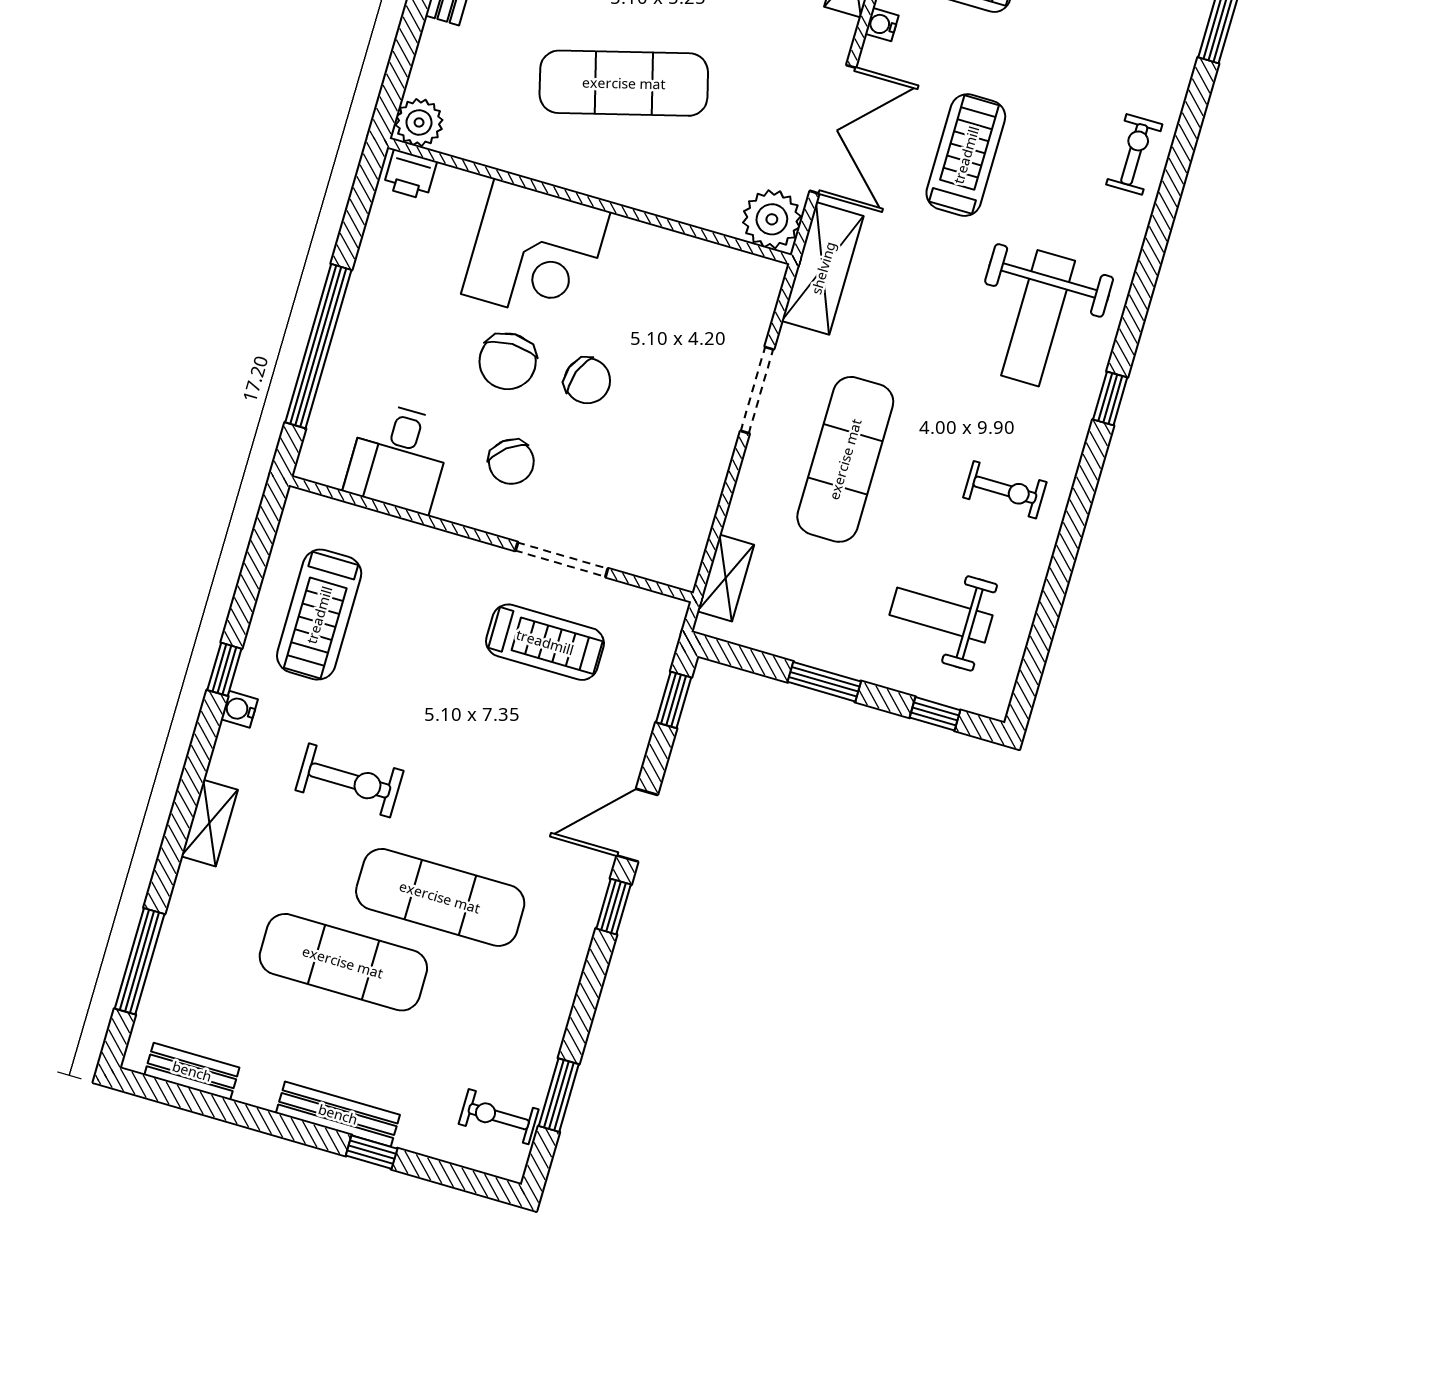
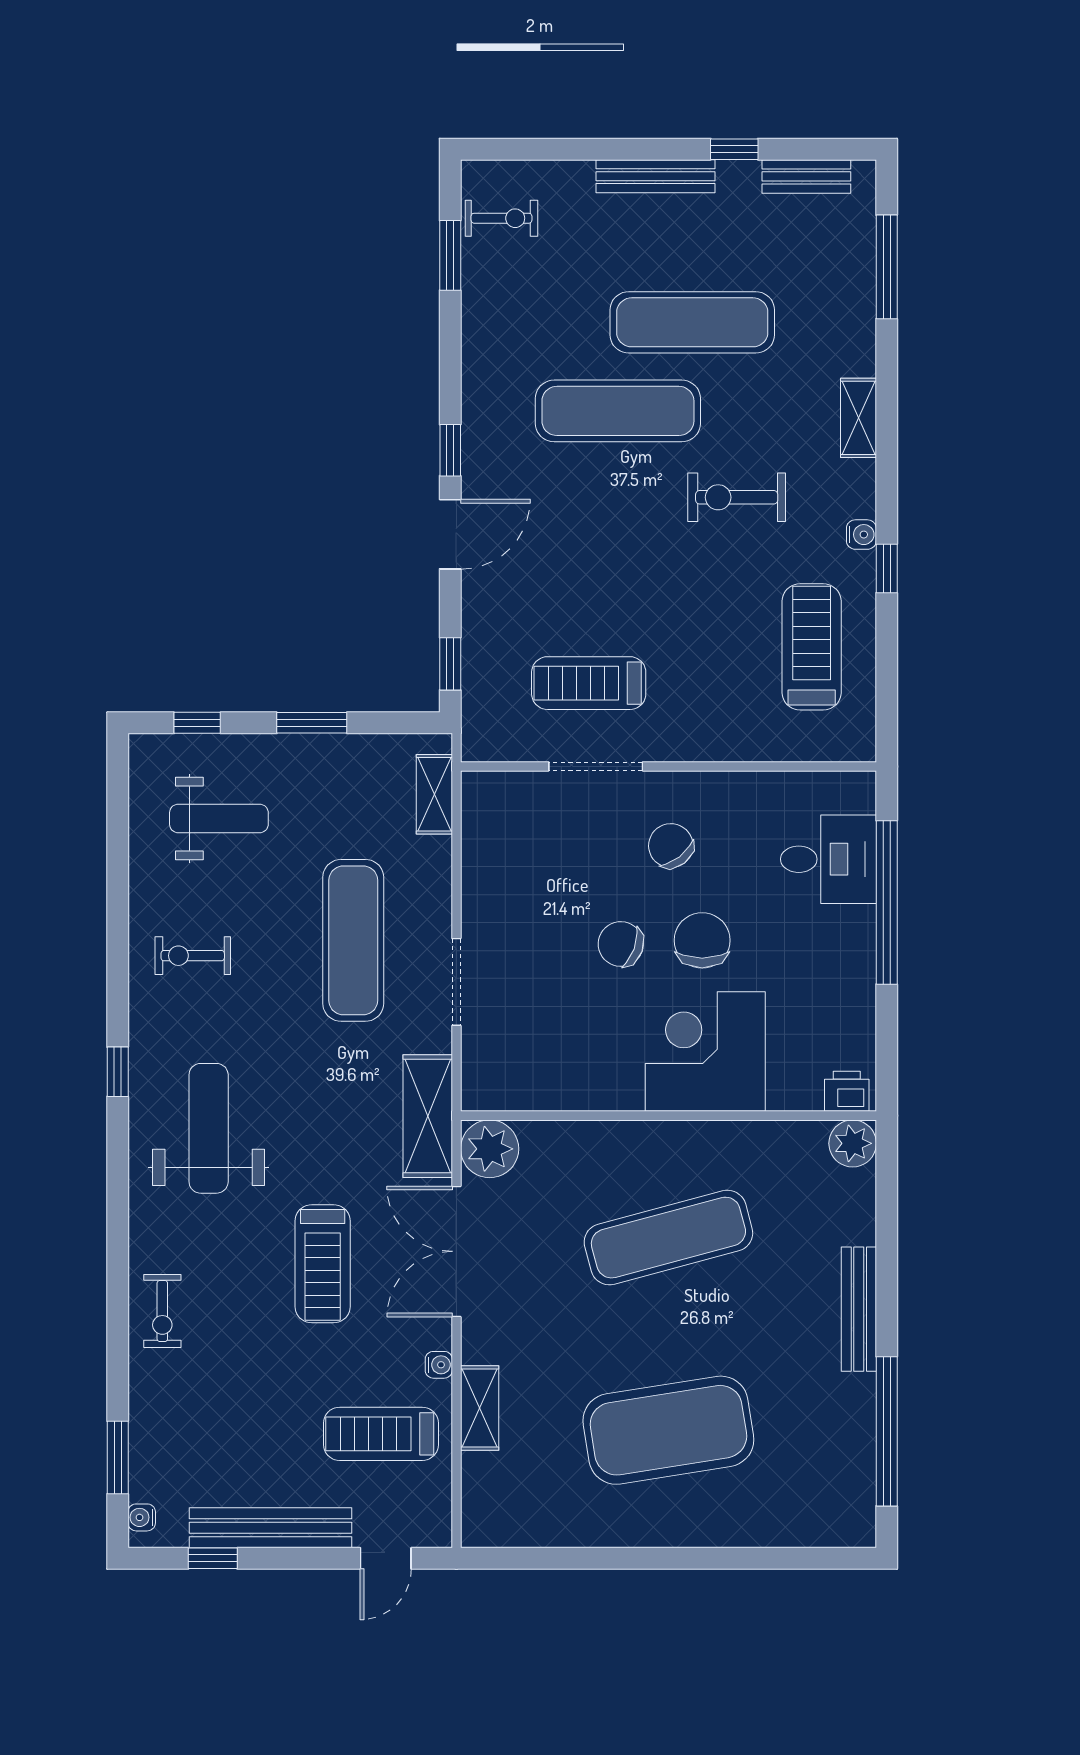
desk: (399, 458) -> (828, 859), moved, turned 90
window: (372, 1152) -> (734, 149), moved

